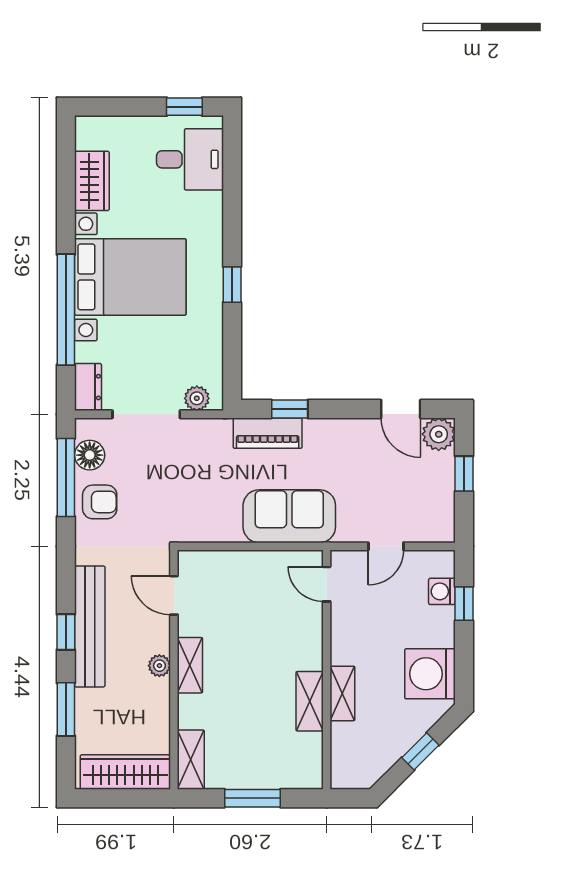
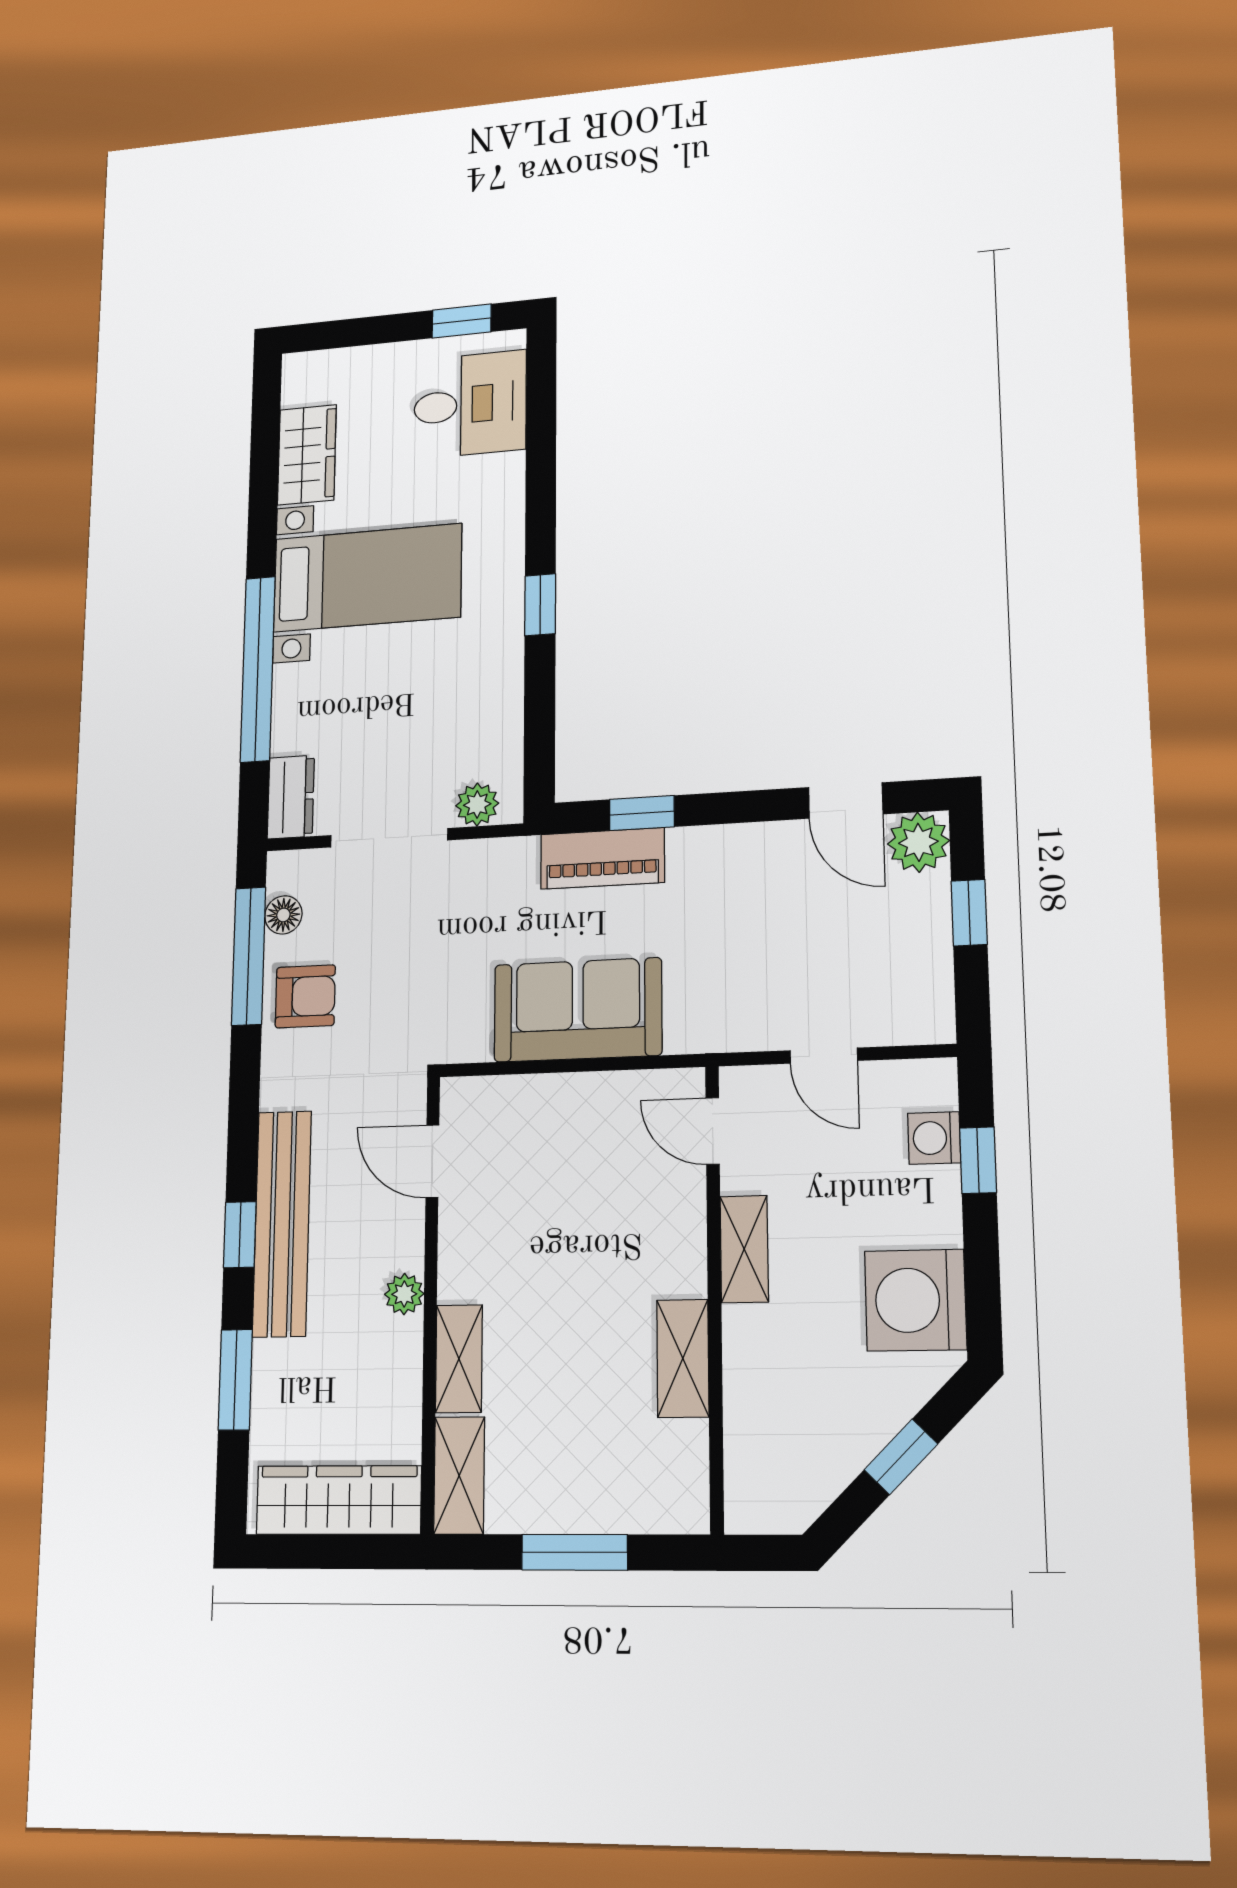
bed with nightstands: (130, 277) -> (367, 578), width x0.73
floor lamp: (90, 455) -> (283, 915), width x0.73, depth x0.73
sofa: (289, 516) -> (578, 1010), moved
door: (386, 546) -> (824, 1056), hinge flipped
shelving: (190, 665) -> (459, 1359), moved
shelving: (342, 693) -> (744, 1249), moved

